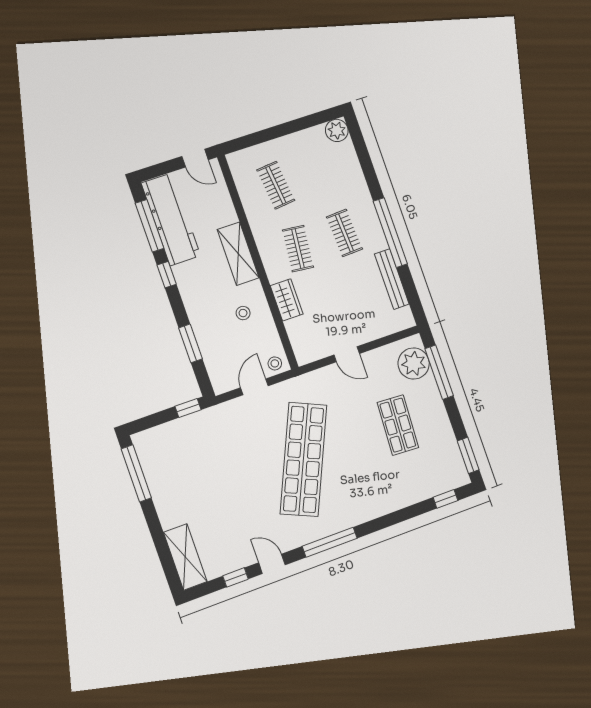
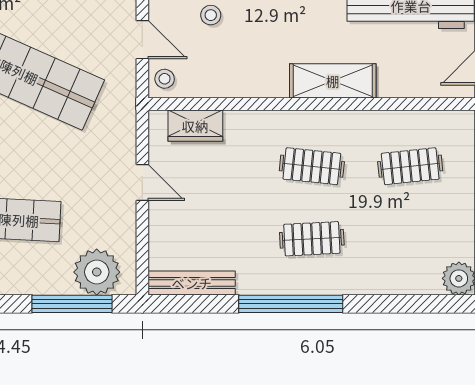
bench: (392, 279) -> (192, 283), moved
wardrobe: (287, 300) -> (195, 126), moved
stool: (243, 313) -> (211, 15), moved
door: (347, 354) -> (142, 183), swing flipped

